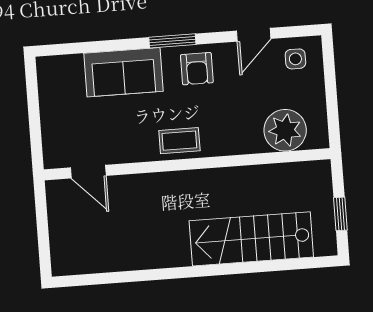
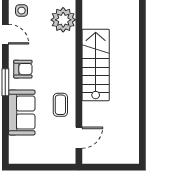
coffee table: (179, 141) -> (60, 105), moved
stairs: (251, 239) -> (96, 65), moved, turned 180

